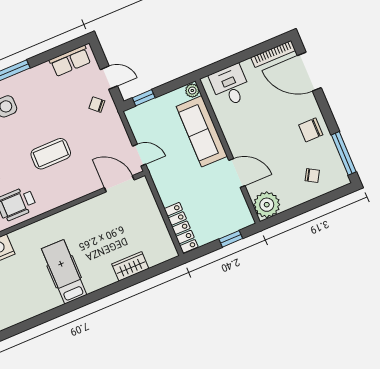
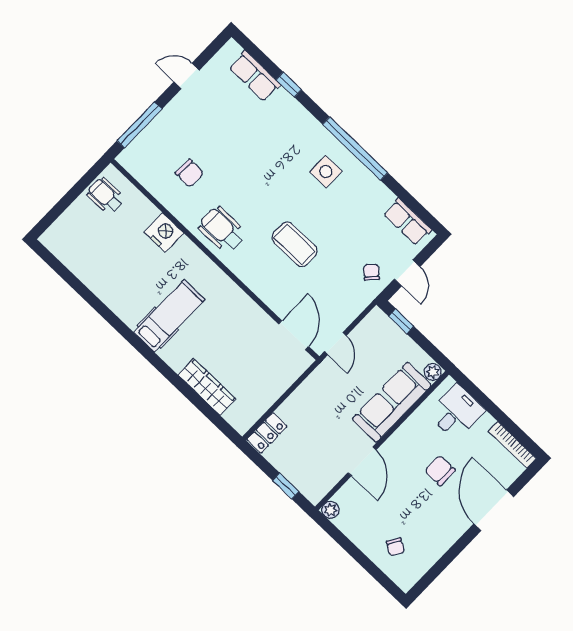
door: (309, 72) -> (494, 510), moved
chair: (311, 130) -> (440, 470), moved
window: (344, 153) -> (435, 571), removed
plant: (267, 205) -> (330, 510), width x0.53, depth x0.53
locker: (181, 228) -> (267, 433), width x0.66
wardrobe: (130, 266) -> (207, 387), width x1.50

